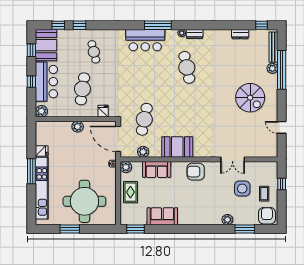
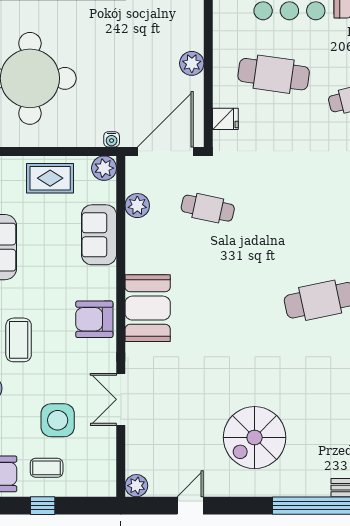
plant: (272, 68) -> (136, 486), moved
cafe table: (144, 119) -> (208, 208), width x0.73, depth x0.74
booth: (177, 147) -> (148, 308), moved
armchair: (196, 172) -> (94, 319), turned -90
window: (282, 184) -> (43, 506), moved
coffee table: (205, 207) -> (19, 340), added

